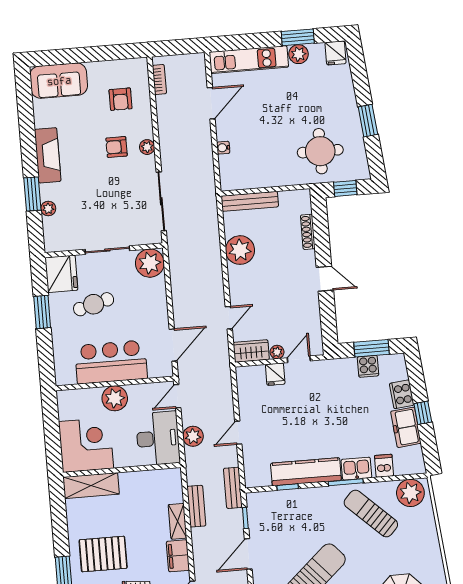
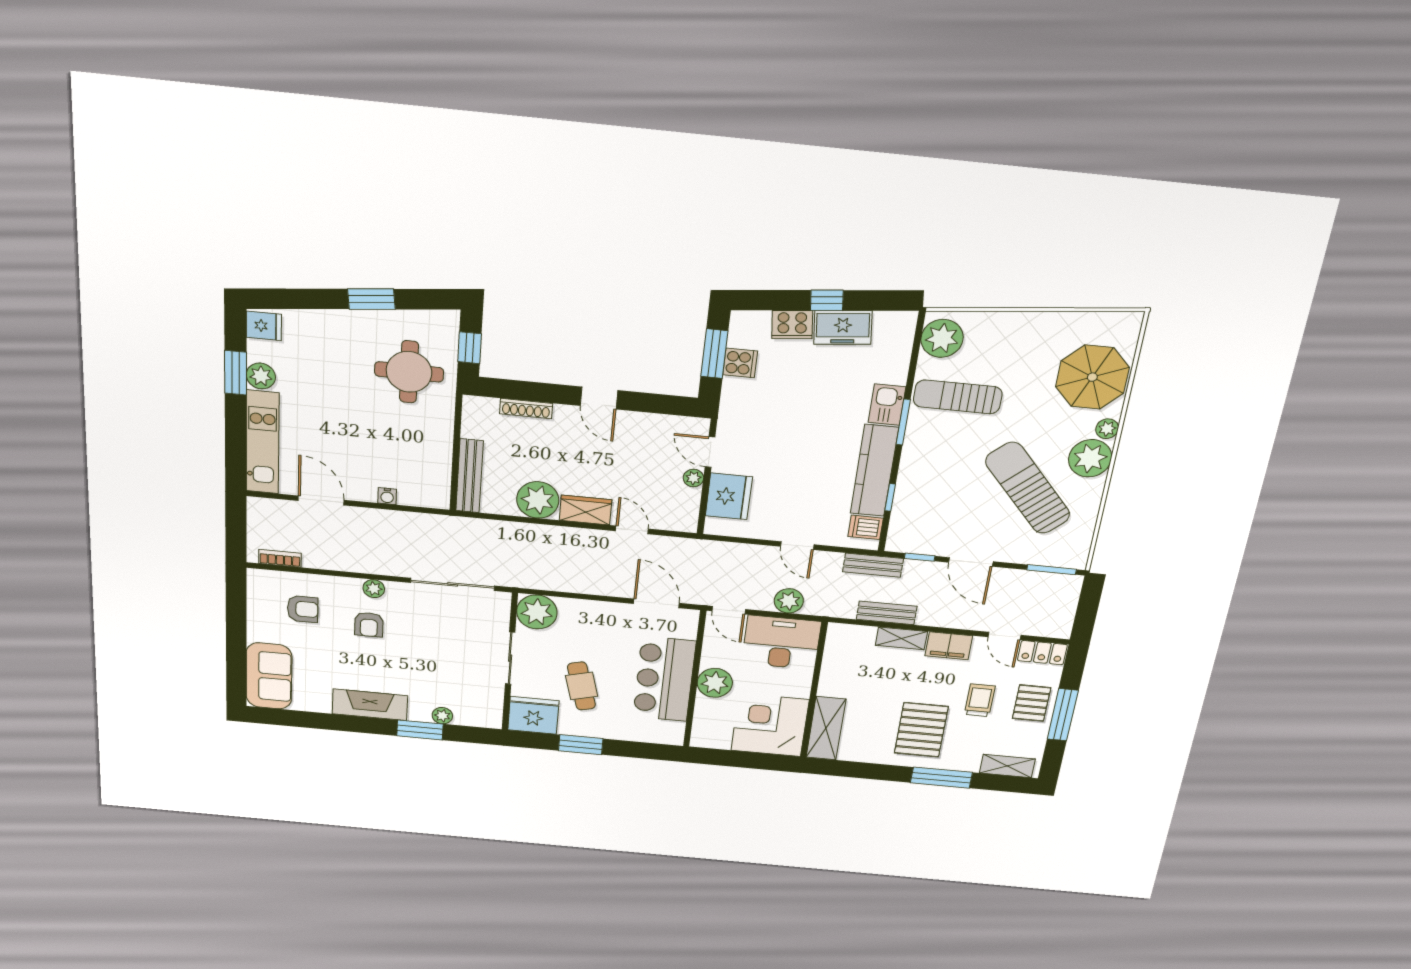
door: (325, 279) -> (599, 398), swing flipped
wardrobe: (251, 351) -> (585, 510), moved, turned 90
fridge: (275, 374) -> (729, 496), width x1.88, depth x1.34
dishwasher: (384, 466) -> (866, 527), moved
sun lounger: (371, 514) -> (958, 397), turned 47

